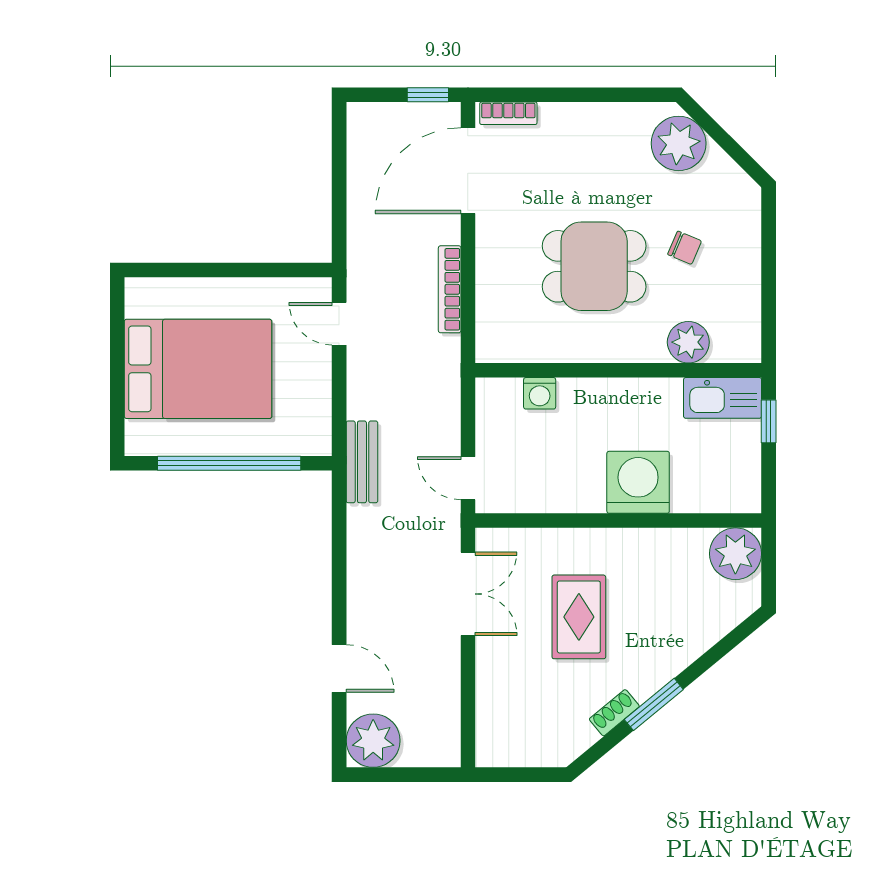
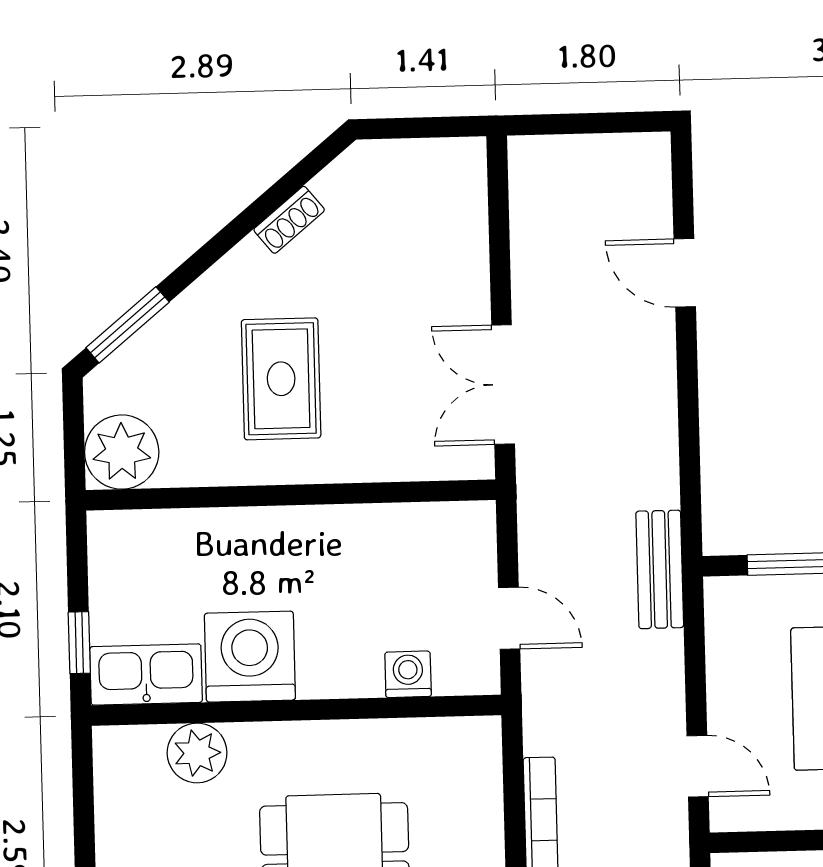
door: (468, 478) -> (509, 618), moved
washing machine: (638, 482) -> (250, 657), moved, turned 180
rug: (579, 617) -> (281, 379), moved
window: (654, 704) -> (128, 325), moved
plant: (373, 741) -> (633, 171), removed

